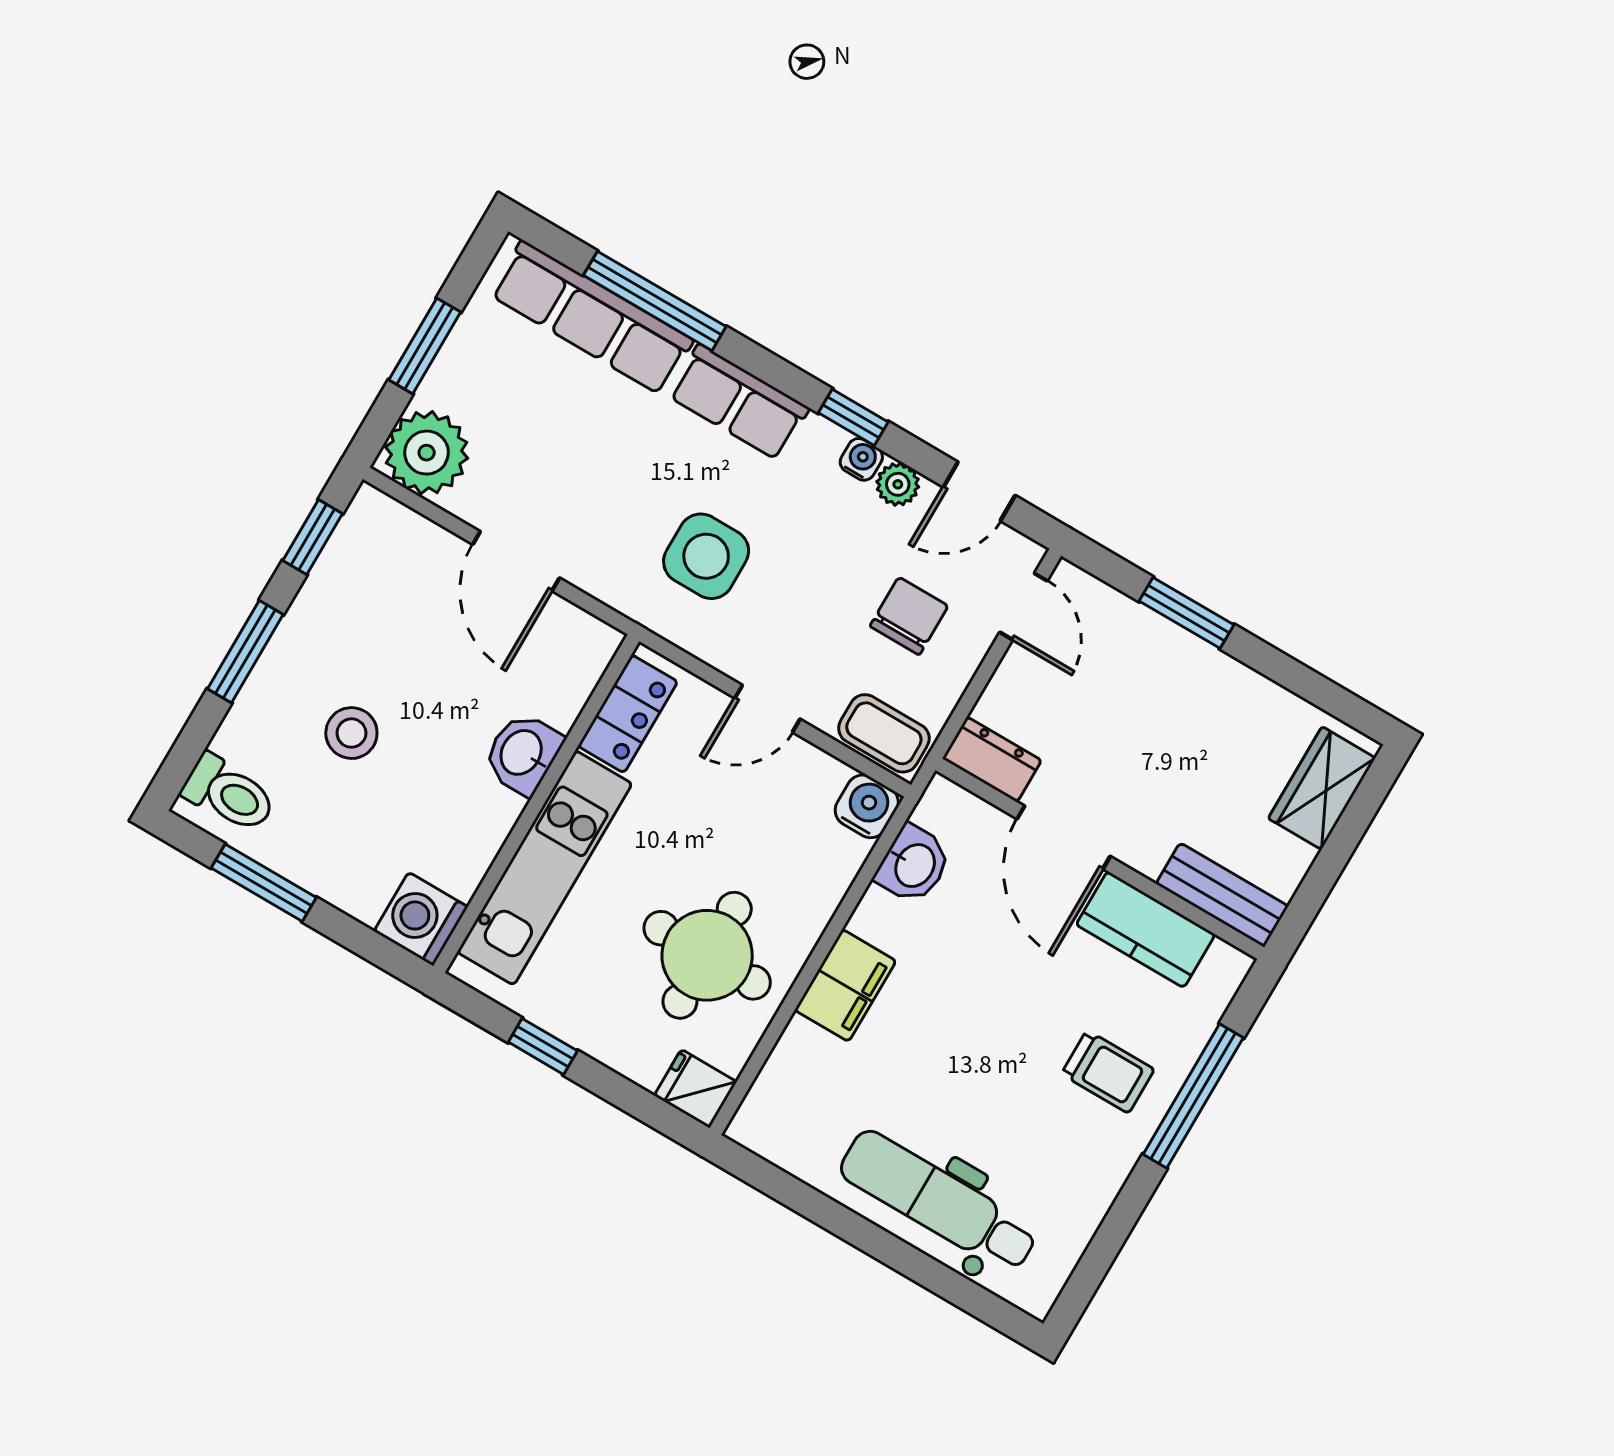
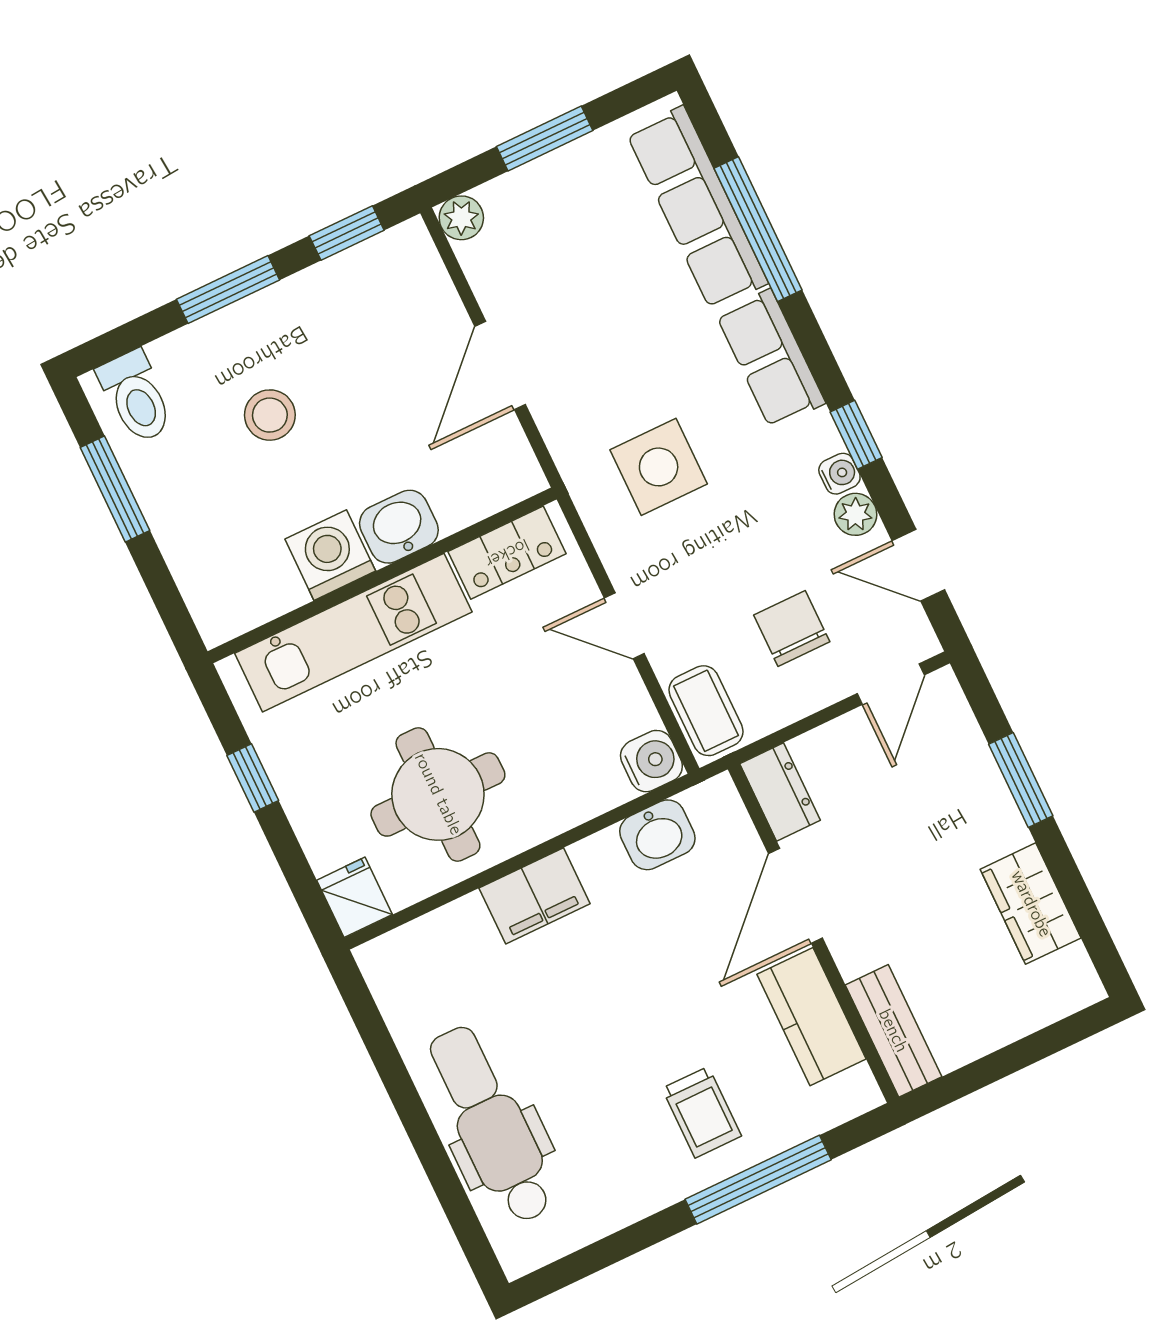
plant: (427, 453) -> (461, 218), width x0.53, depth x0.53
chair: (909, 616) -> (792, 628), turned -90
wardrobe: (1322, 788) -> (1031, 904), moved, turned -90
washing machine: (421, 919) -> (330, 555), moved

